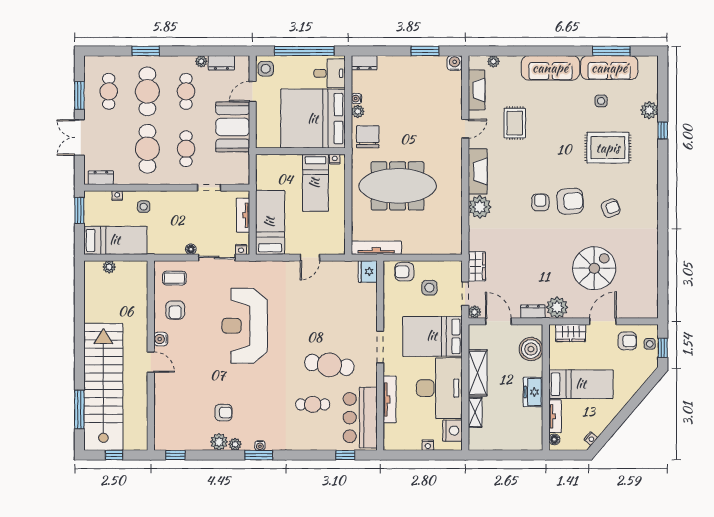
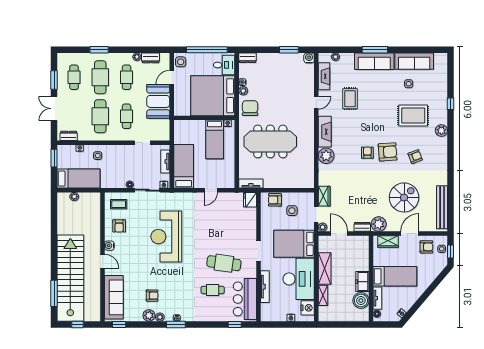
window: (611, 51) -> (375, 50), moved
plant: (649, 110) -> (441, 131), moved
tv unit: (376, 248) -> (251, 184), width x0.71
bench: (650, 283) -> (442, 207), added
boiler: (531, 349) -> (361, 301), moved
sofa: (167, 415) -> (114, 297), added

